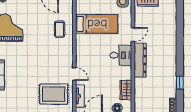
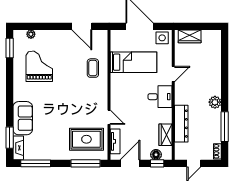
dresser: (140, 60) -> (181, 124), moved
plant: (171, 60) -> (215, 102), added
window: (180, 83) -> (225, 127), width x2.17

